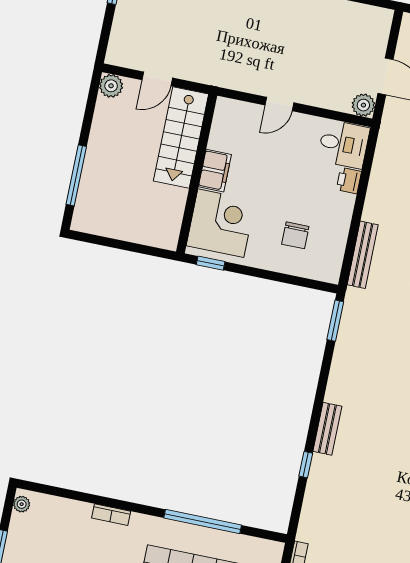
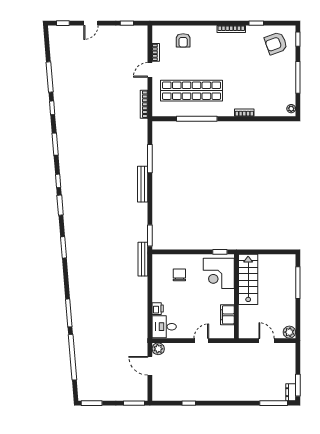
door: (157, 79) -> (267, 341), hinge flipped
stairs: (181, 137) -> (248, 279), moved
filing cabinet: (215, 171) -> (227, 315), moved
bench: (363, 255) -> (143, 259), moved
bench: (327, 429) -> (143, 184), width x1.36
window: (306, 465) -> (150, 159), width x2.17

